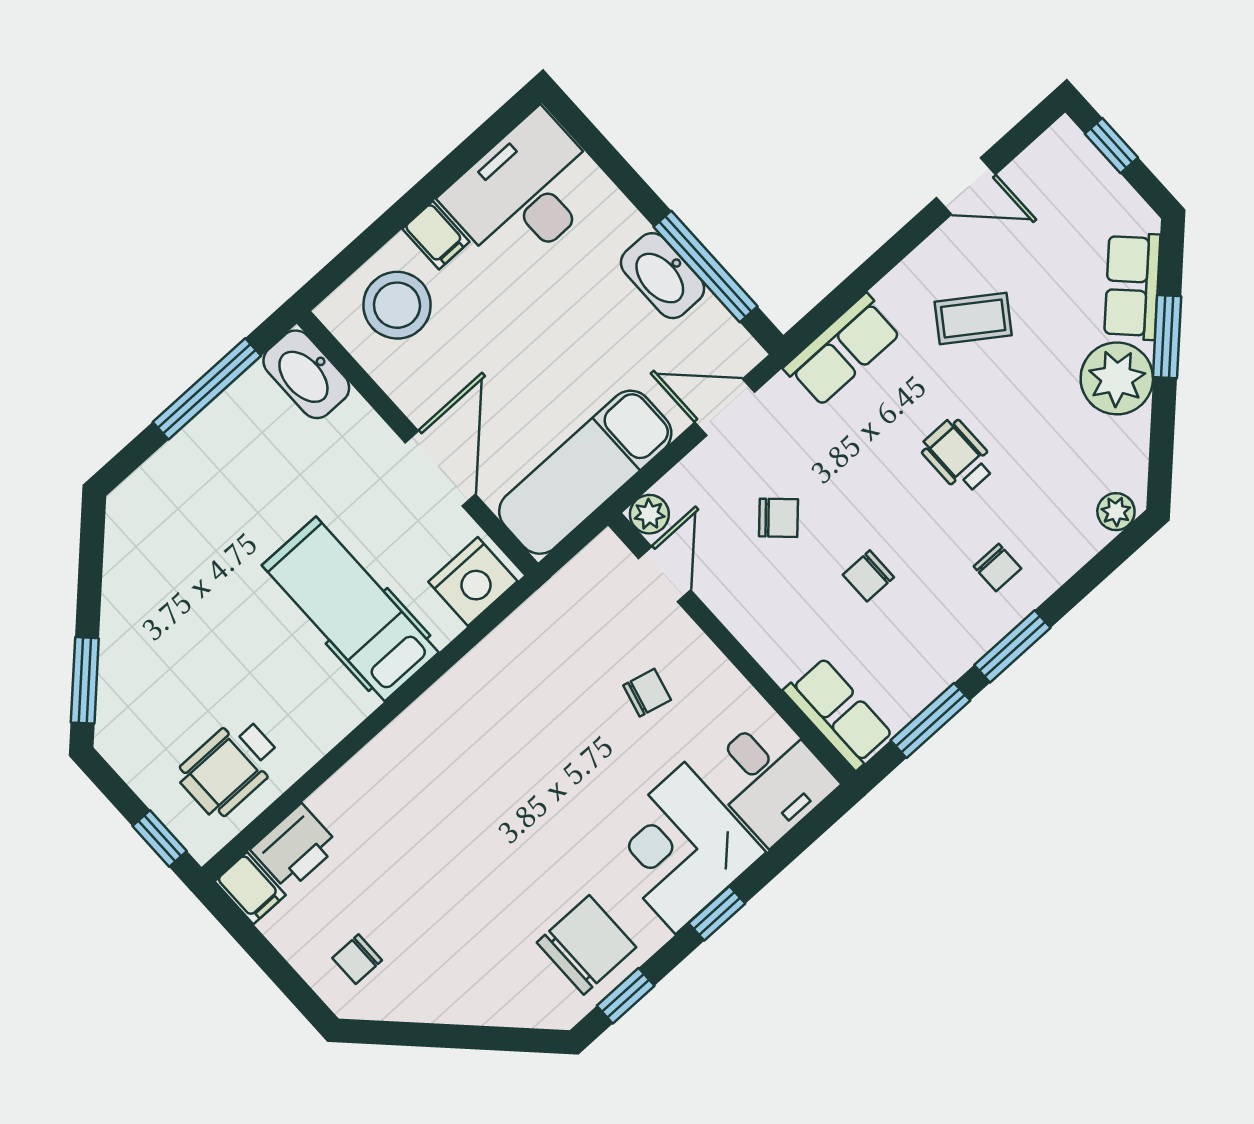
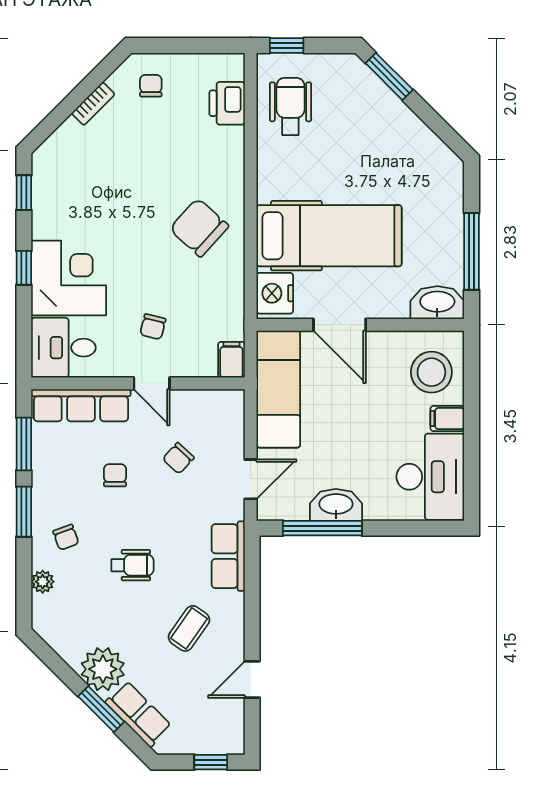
plant: (1116, 512) -> (43, 582), moved
plant: (649, 514) -> (233, 401), removed
chair: (997, 567) -> (66, 537), turned -110
door: (665, 574) -> (152, 383), moved
hospital bed: (350, 609) -> (329, 236), width x1.37, depth x1.29
row of seats: (839, 713) -> (81, 405), width x1.48
filing cabinet: (250, 888) -> (231, 360), moved, turned 90
chair: (586, 945) -> (199, 227), moved, turned 132
bookcase: (442, 1009) -> (93, 104), added

